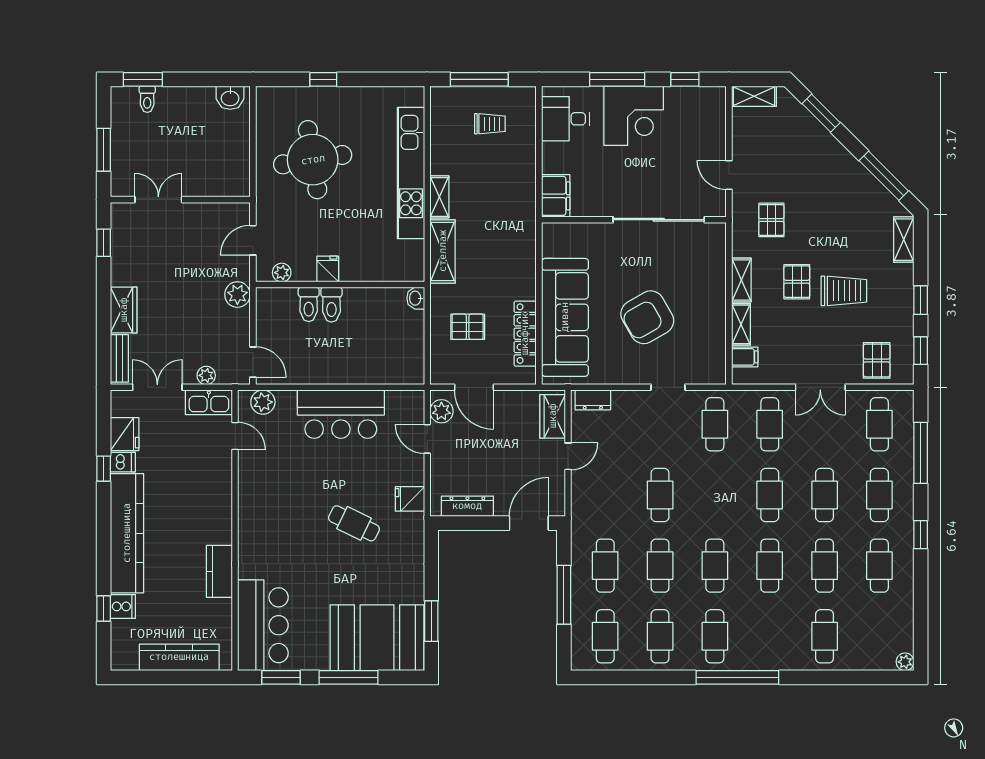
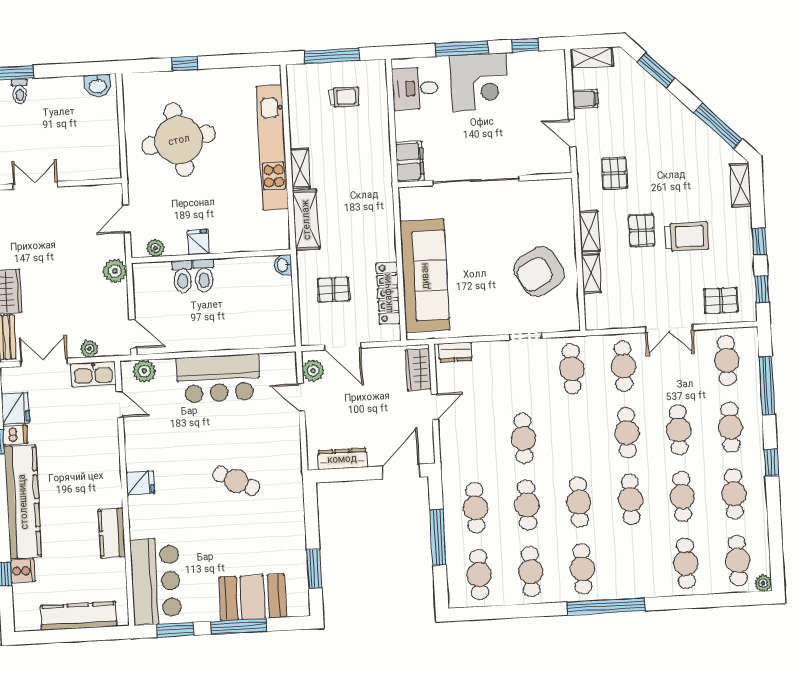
sliding door: (659, 220) -> (476, 181), moved
armchair: (647, 317) -> (539, 271), moved
filing cabinet: (745, 357) -> (585, 99), moved
pallet: (877, 360) -> (721, 300), turned 90
fridge: (410, 499) -> (140, 483), moved, turned 180
cafe table: (879, 636) -> (738, 560), added
booth: (377, 638) -> (253, 597), width x0.73, depth x0.70

